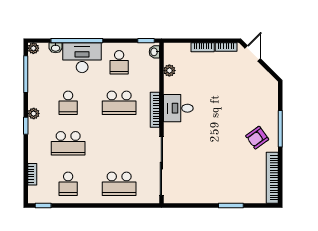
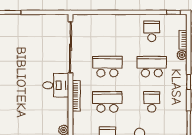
desk: (178, 108) -> (56, 85), moved
plant: (34, 114) -> (182, 55), moved
school desk: (119, 184) -> (107, 67), moved

